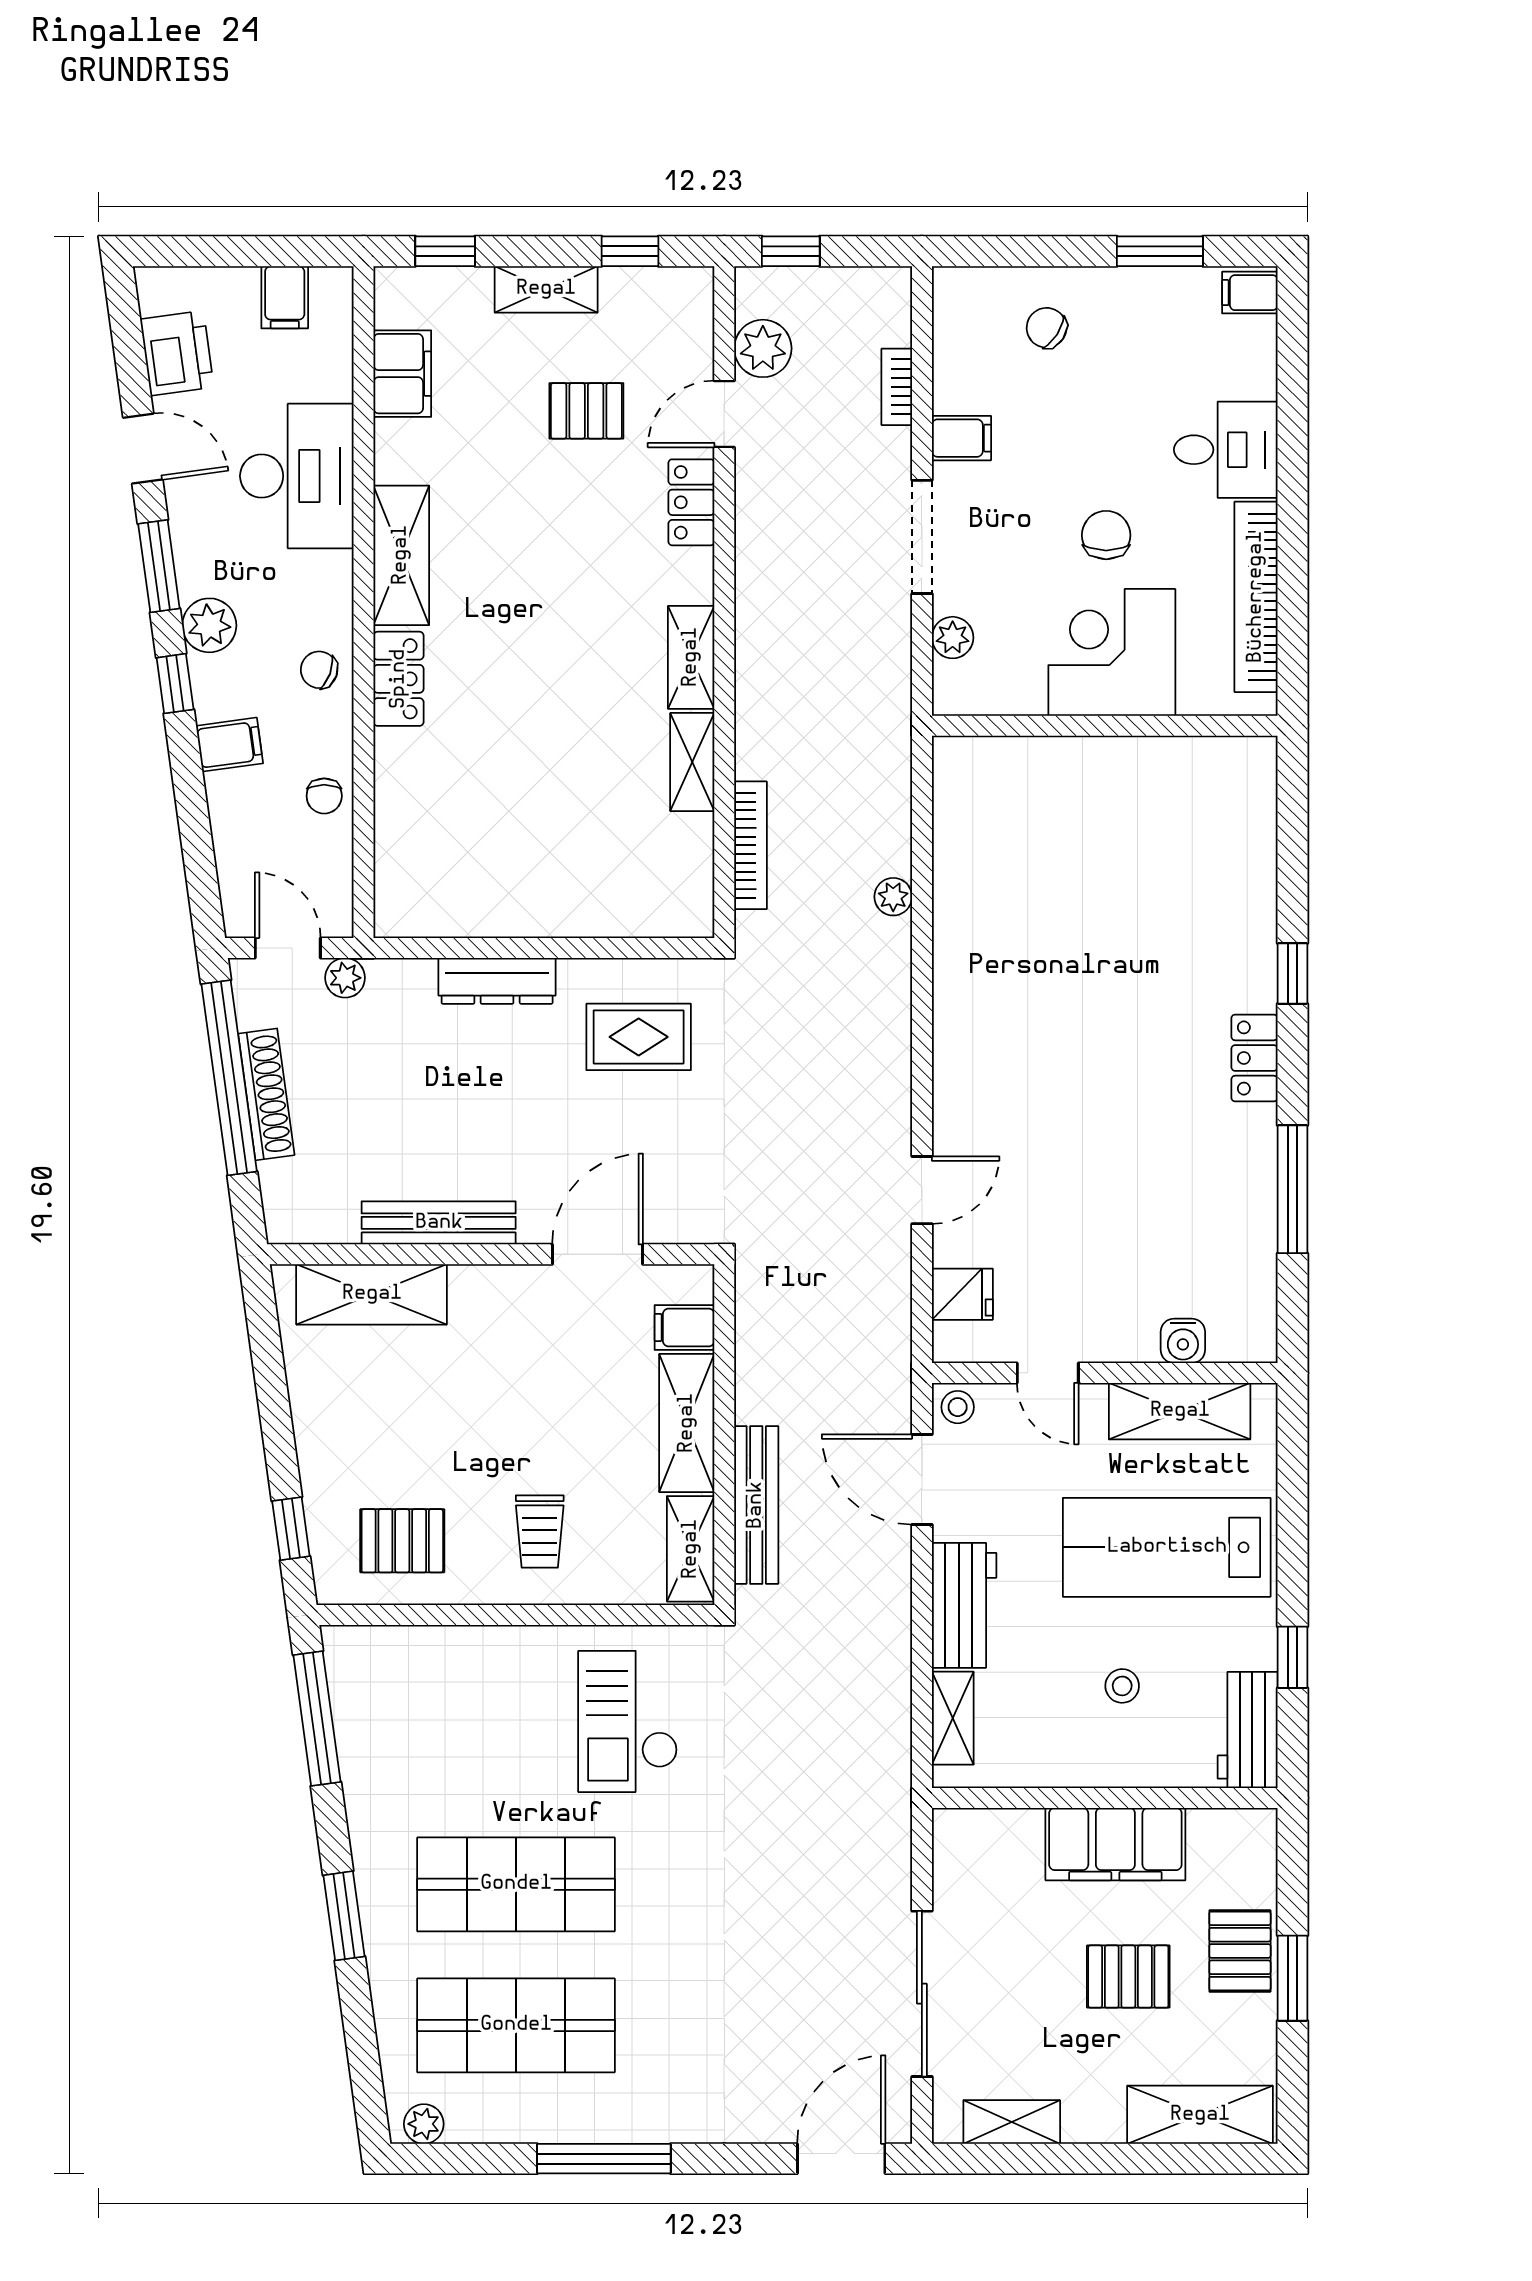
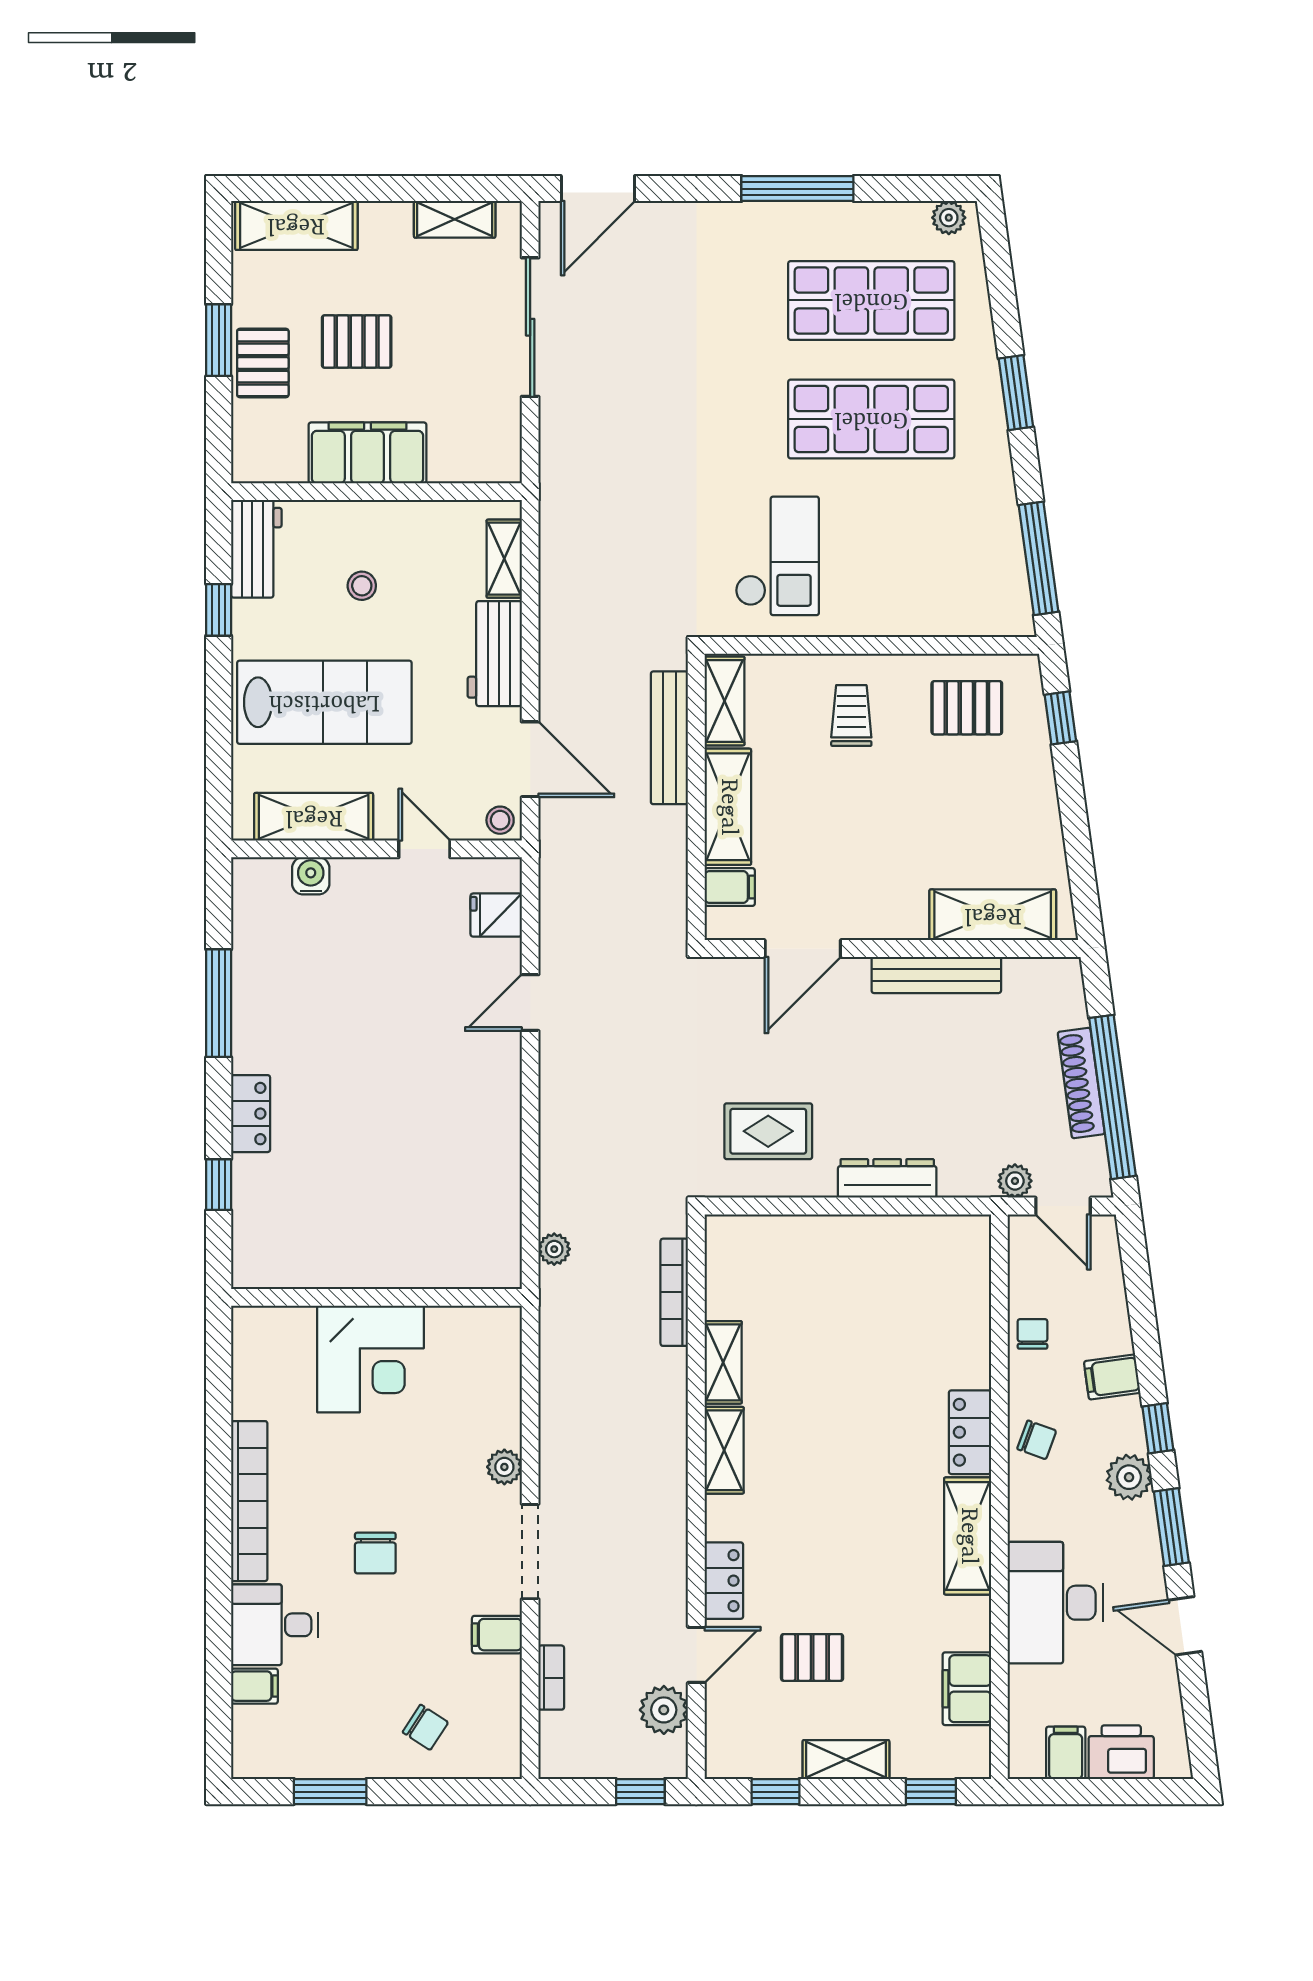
filing cabinet: (1250, 293) -> (254, 1686), moved
printer: (177, 353) -> (1121, 1752), moved, turned 98
corner desk: (1112, 652) -> (371, 1359), moved
wall: (1105, 726) -> (376, 1297), moved

